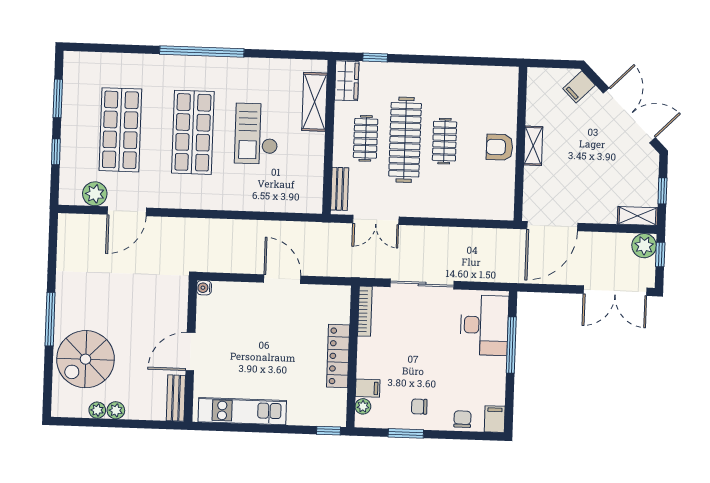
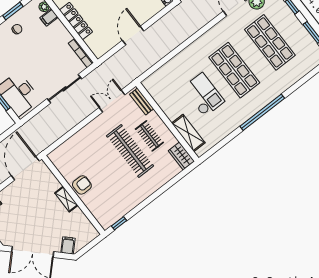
window: (375, 58) -> (119, 223), moved
clothes rail: (444, 141) -> (111, 166), removed
door: (282, 279) -> (133, 36), swing flipped

